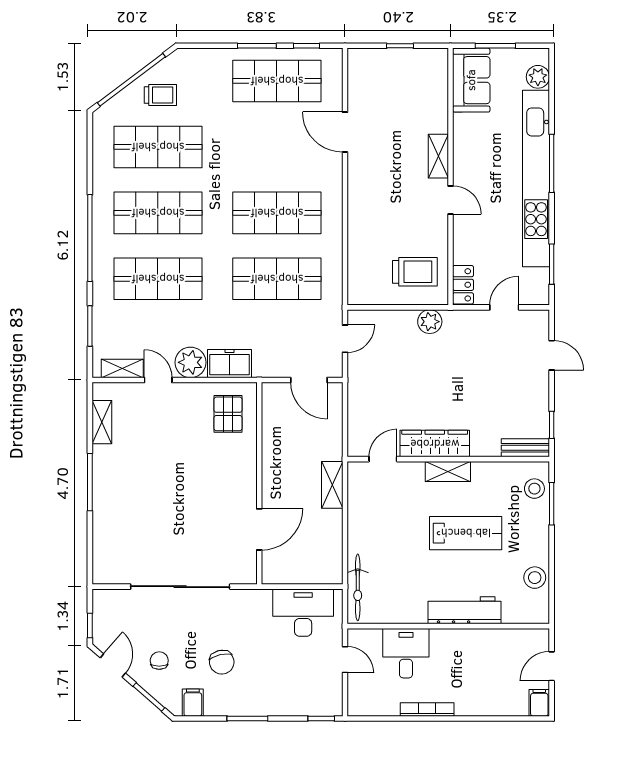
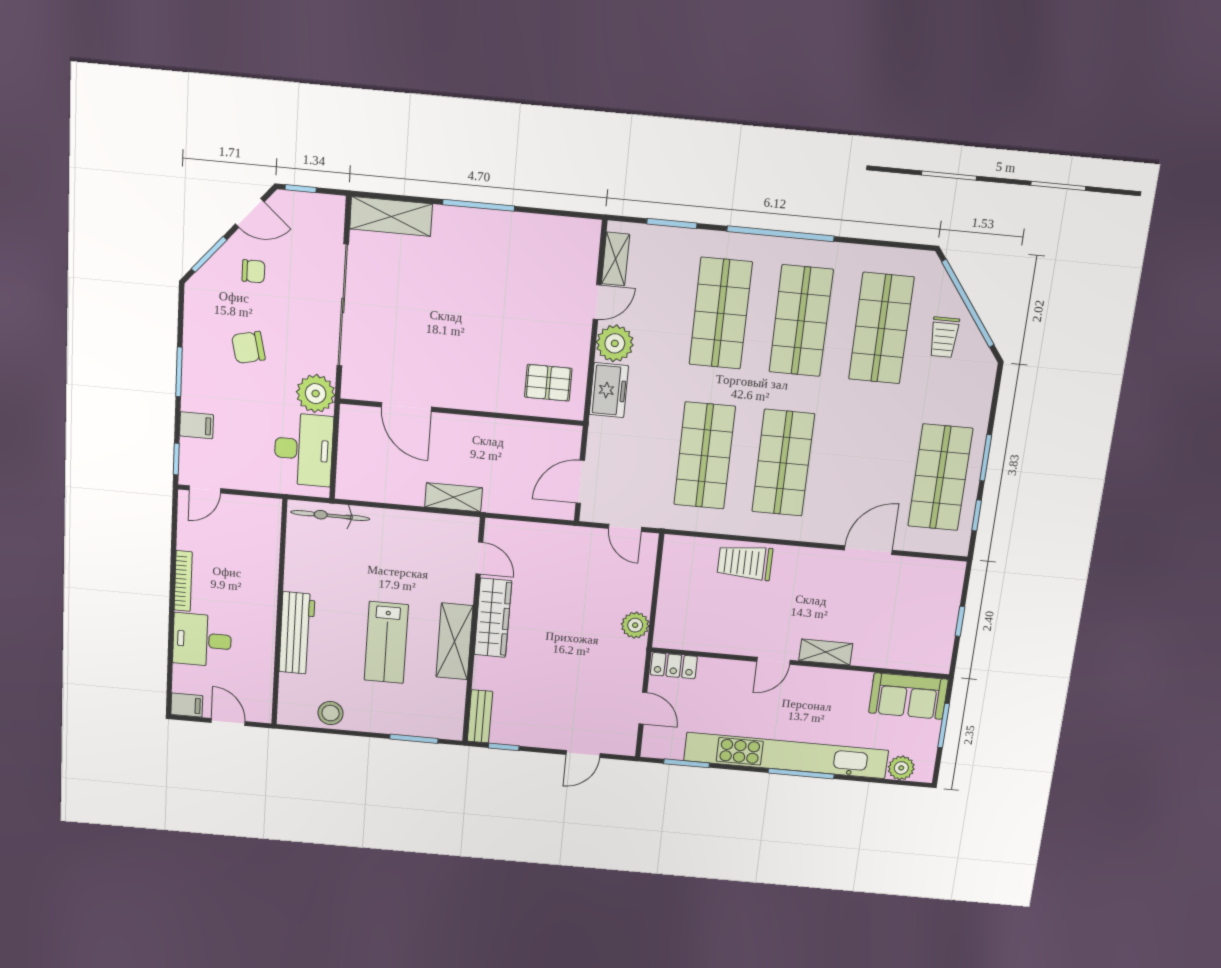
trolley: (415, 272) -> (745, 562), moved, turned 90
shelving: (102, 422) -> (391, 216), moved, width x1.50, depth x1.33
shelving: (448, 471) -> (454, 641), width x1.50, depth x1.33
stool: (534, 489) -> (432, 722), removed
plant: (255, 605) -> (316, 394), added
desk: (406, 653) -> (202, 640), moved, turned 180
door: (345, 660) -> (205, 489), moved
filing cabinet: (193, 703) -> (197, 425), moved

